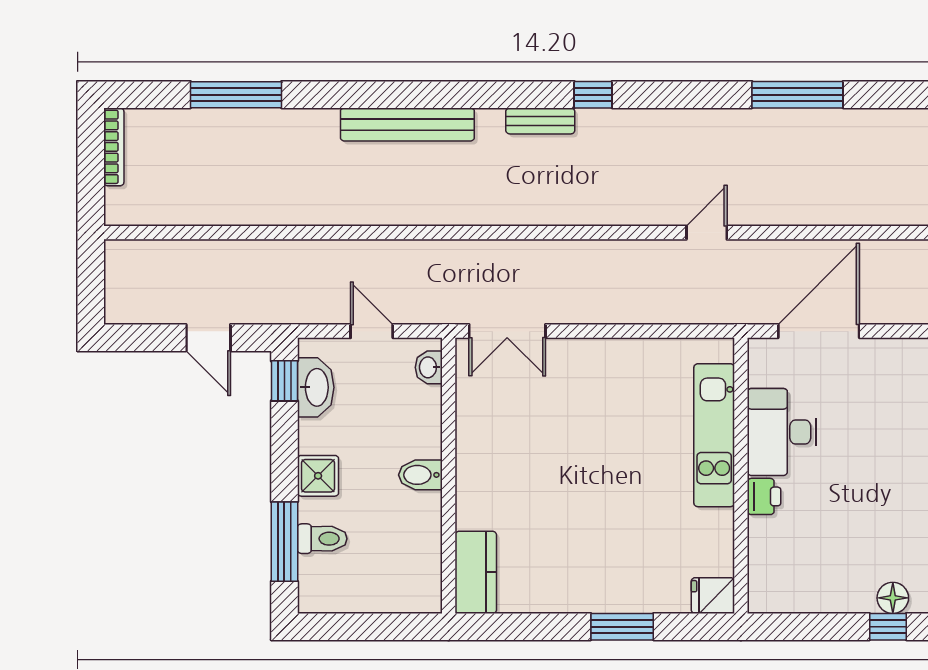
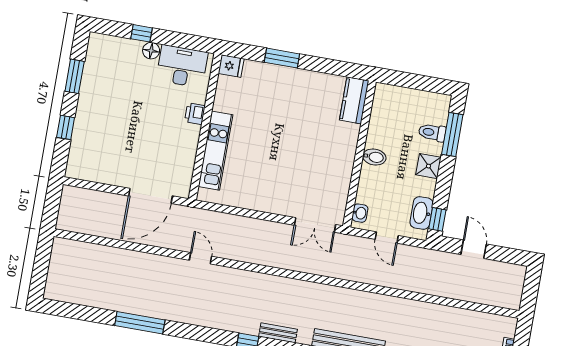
door: (707, 233) -> (201, 258), swing flipped
double door: (507, 331) -> (315, 225), swing flipped
desk: (782, 432) -> (182, 66), moved, turned -90
floor lamp: (893, 598) -> (151, 51), moved

